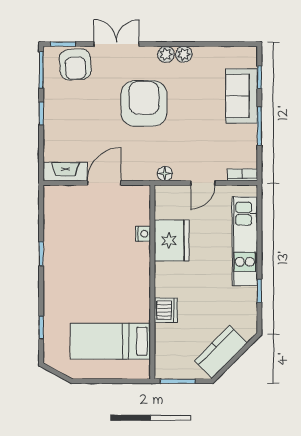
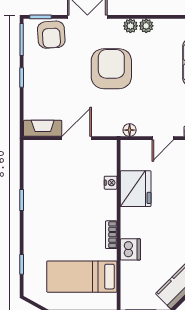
bookcase: (144, 293) -> (111, 235), added

